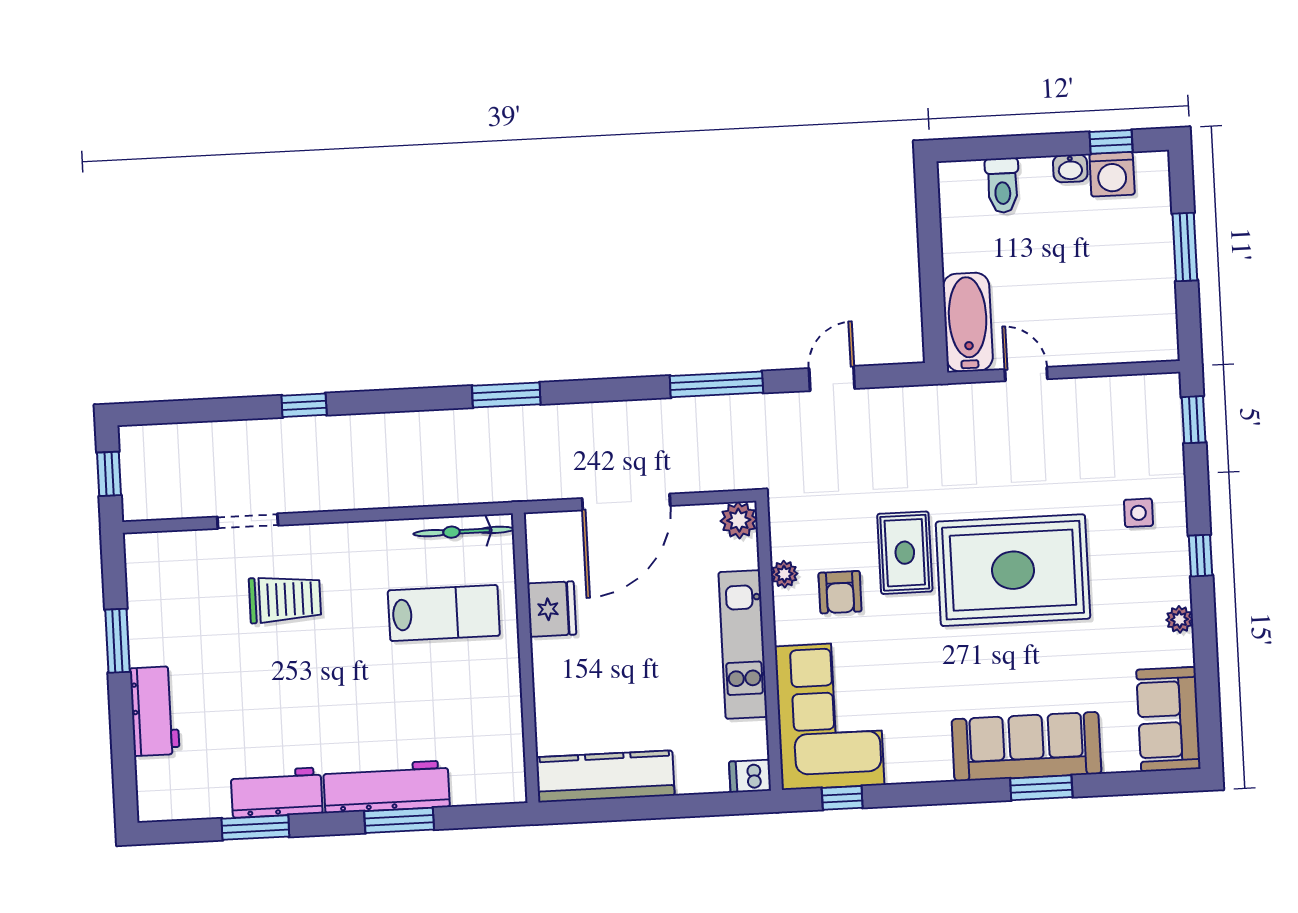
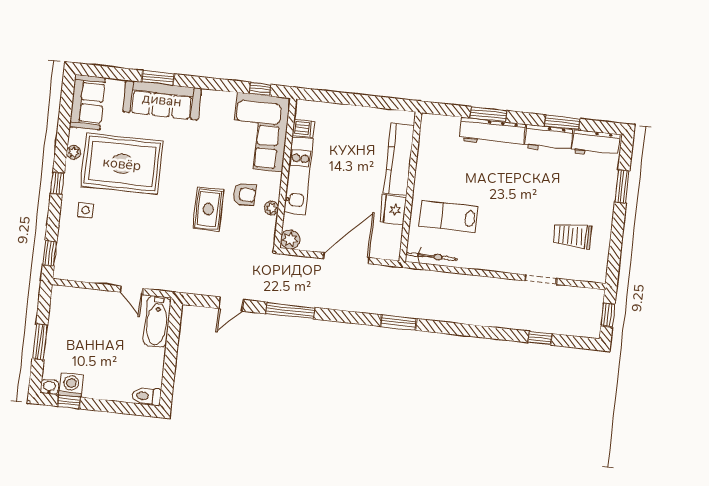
washbasin: (1070, 168) -> (49, 387), moved
toilet: (1002, 185) -> (147, 396), moved, turned -90
window: (304, 405) -> (540, 338), moved
rug: (1013, 570) -> (122, 164), moved
armchair: (840, 592) -> (244, 194), turned 90
trolley: (285, 599) -> (573, 236), moved
window: (117, 641) -> (622, 186), moved
workbench: (155, 711) -> (596, 144), moved, turned -90
kitchen counter: (605, 776) -> (399, 159), moved, turned 90
dishwasher: (750, 776) -> (303, 128), moved

